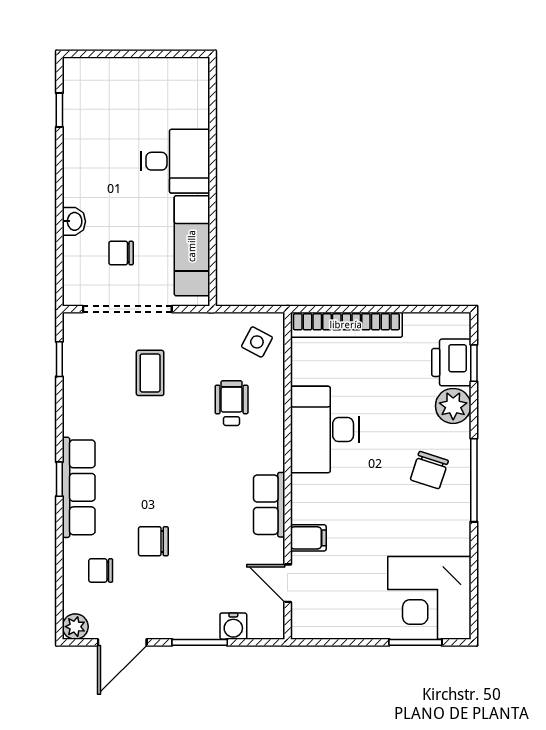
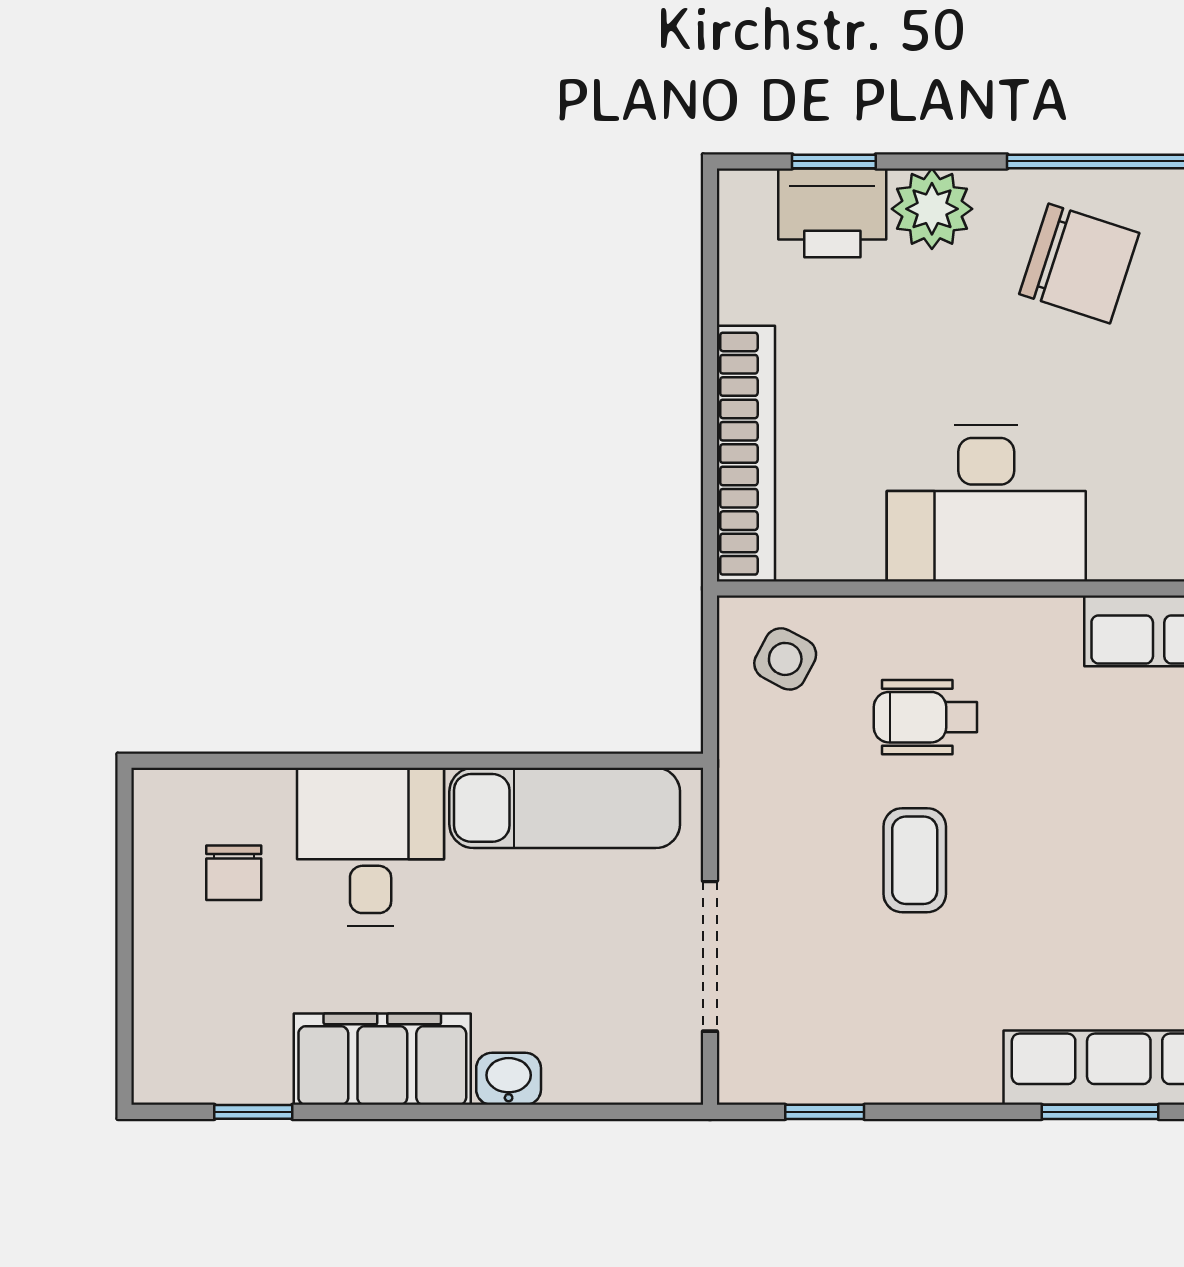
filing cabinet: (82, 166) -> (382, 1059), added
chair: (121, 253) -> (234, 873), moved
doorway: (127, 309) -> (710, 956), width x0.73
coffee table: (150, 373) -> (915, 860), moved, turned 90
chair: (429, 470) -> (1079, 264), width x1.37, depth x1.37
window: (59, 479) -> (1100, 1112), width x1.50

